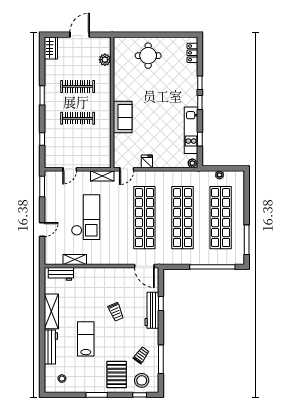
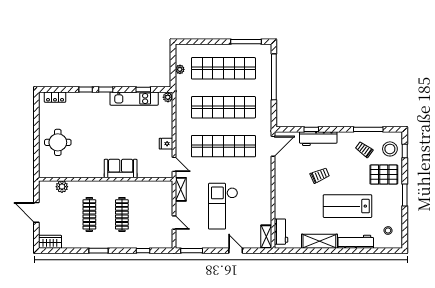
checkout: (86, 217) -> (223, 206), turned -90
shelving: (75, 260) -> (266, 237), moved
lab bench: (86, 339) -> (347, 206), width x1.36, depth x1.39

